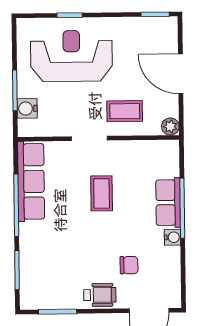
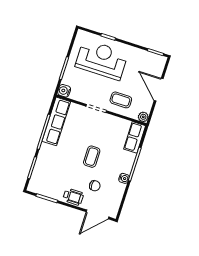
water cooler: (27, 108) -> (64, 91), moved
coffee table: (102, 193) -> (92, 157), moved
row of seats: (168, 203) -> (135, 137), moved

